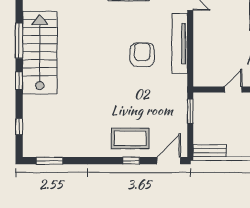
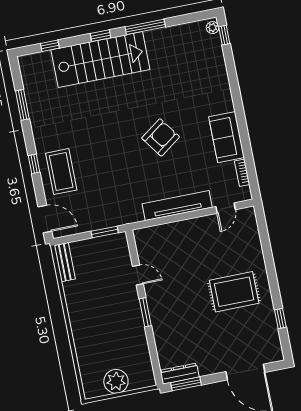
stairs: (40, 53) -> (100, 60), moved
armchair: (142, 55) -> (161, 137), moved, turned -36
window: (49, 161) -> (22, 105), moved
window: (131, 161) -> (34, 164), moved

